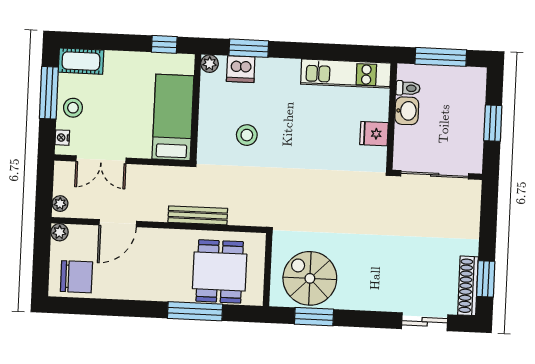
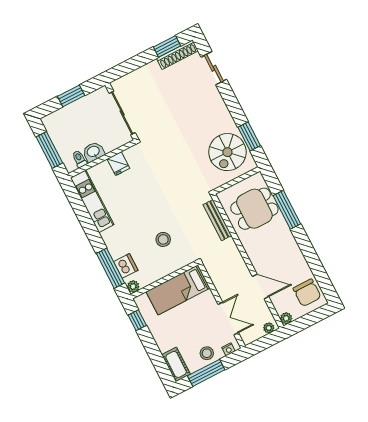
window: (249, 48) -> (110, 268), width x1.44
bench: (198, 215) -> (217, 220), moved
chair: (76, 277) -> (307, 293), turned 180

